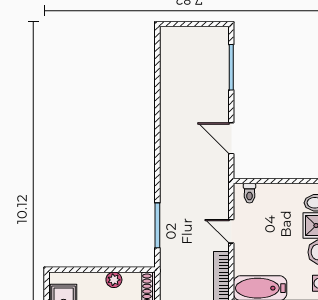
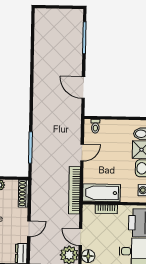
door: (231, 231) -> (82, 153), swing flipped

